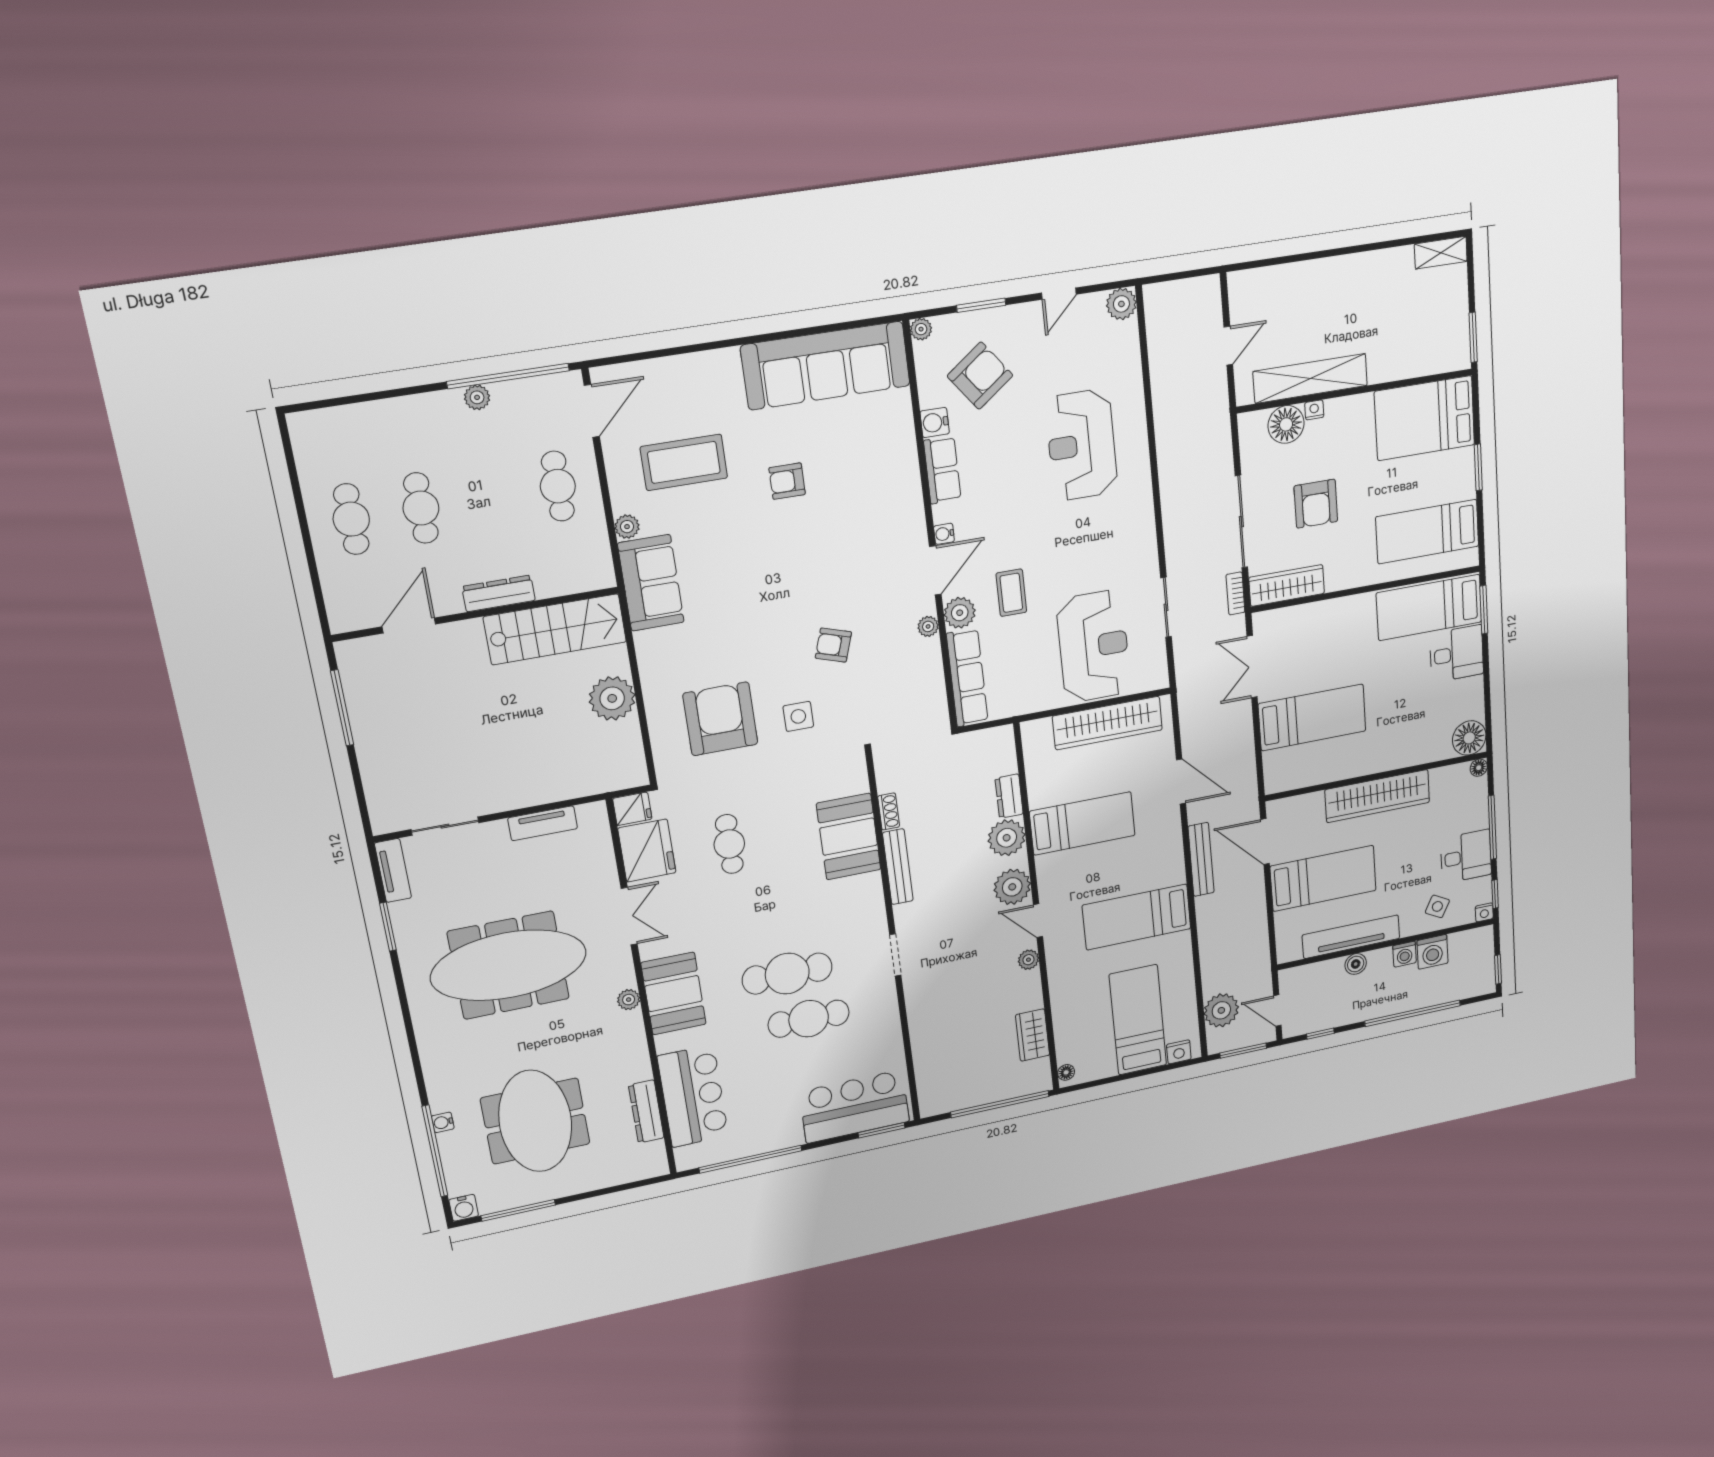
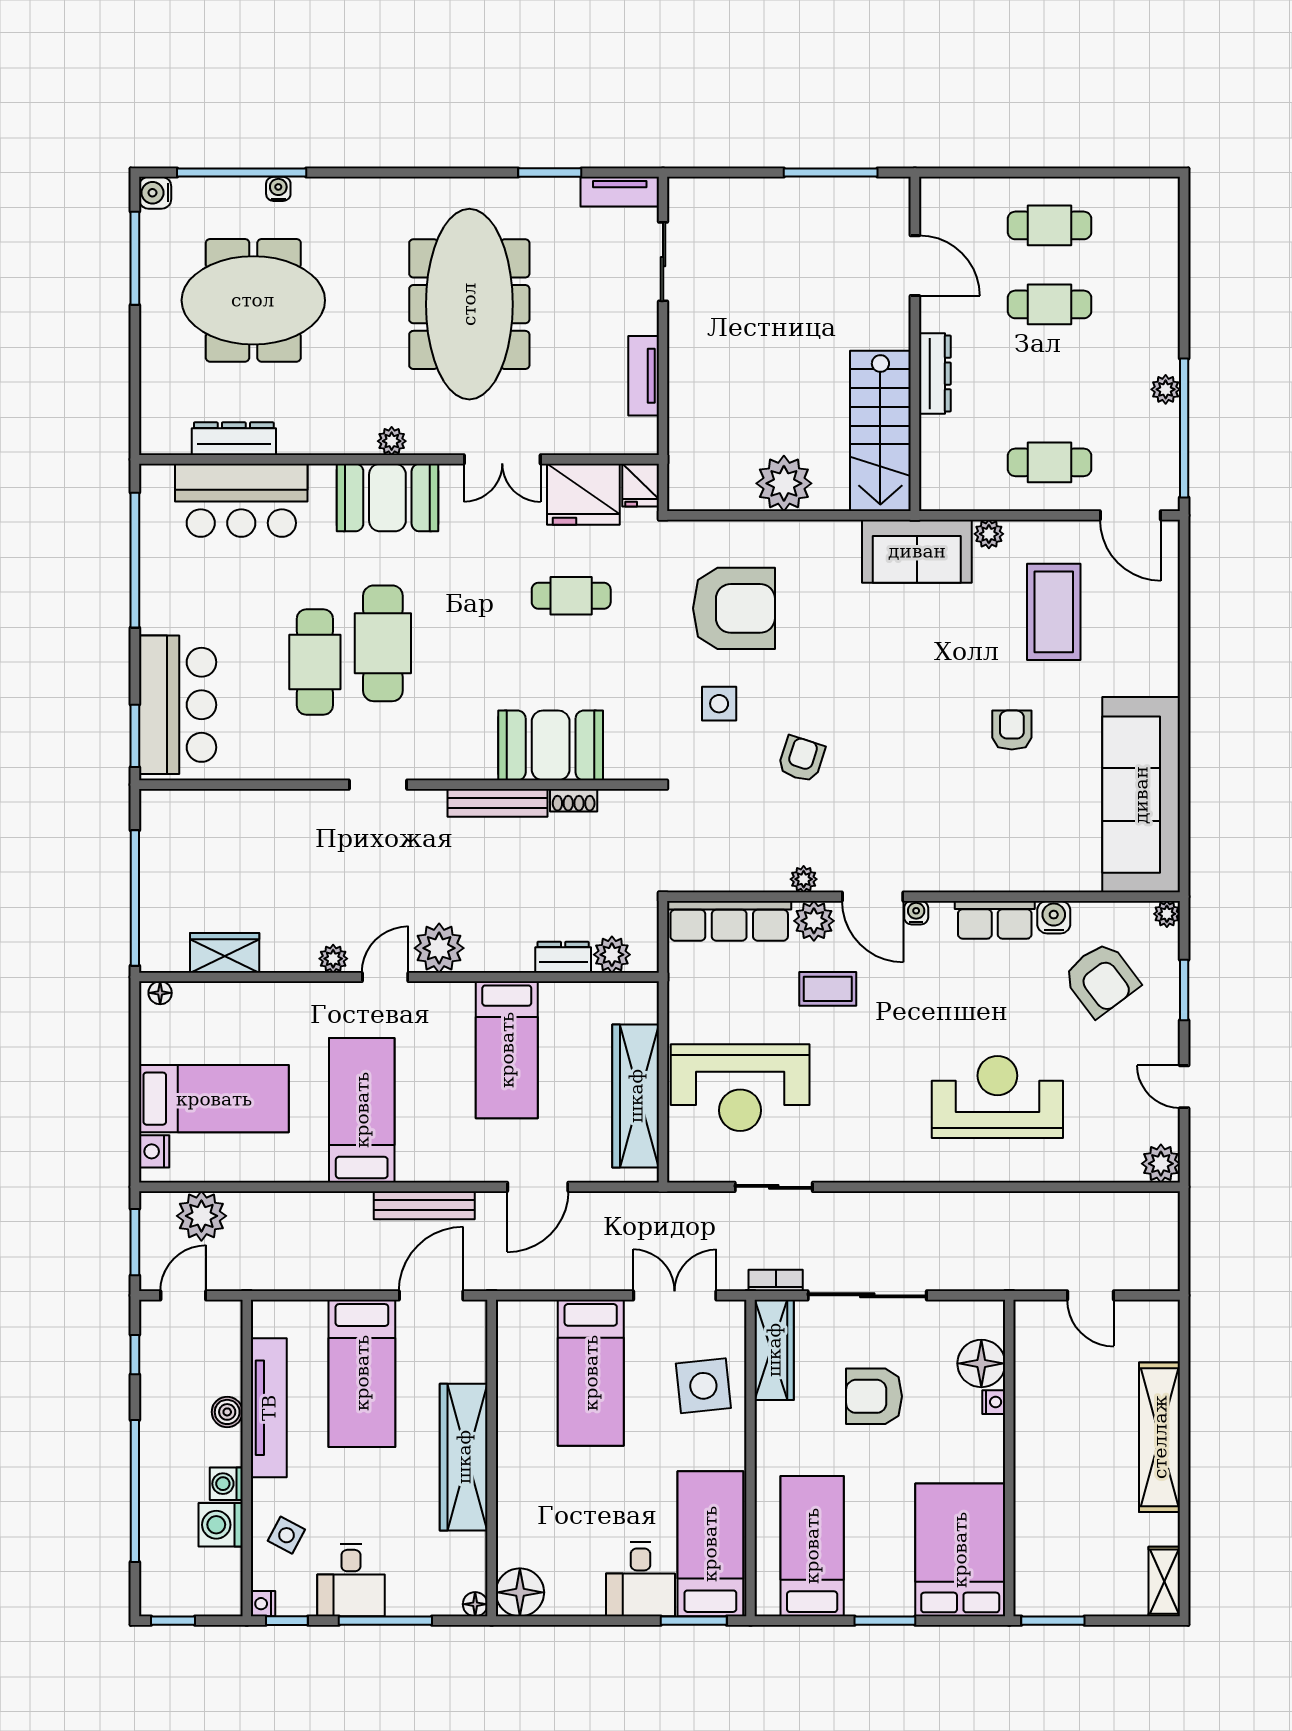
shelving: (1310, 379) -> (1160, 1437), moved
side table: (1316, 633) -> (703, 1386), added
plant: (1007, 838) -> (612, 955), moved, width x0.73, depth x0.73

